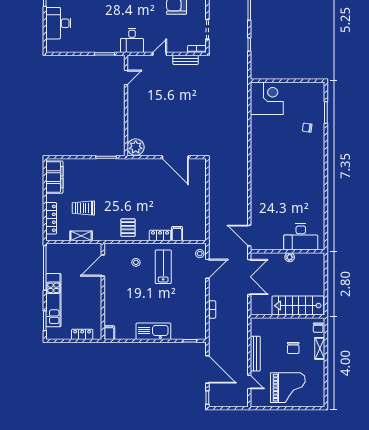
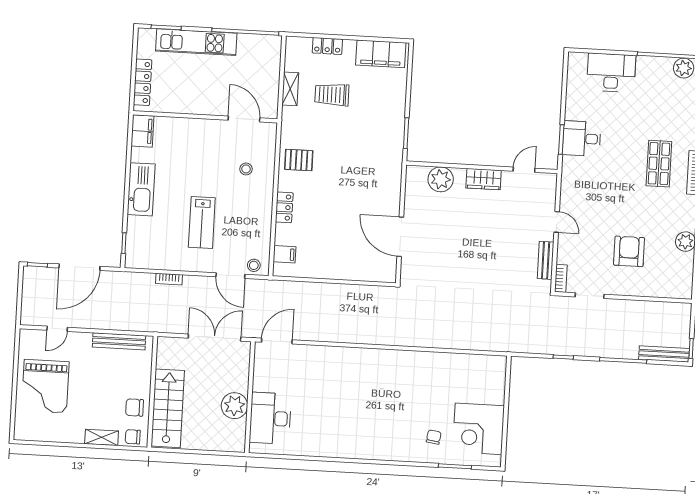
desk: (132, 40) -> (582, 139), moved
door: (126, 78) -> (524, 170), swing flipped
corner desk: (267, 98) -> (478, 429), moved, turned 90
wardrobe: (134, 104) -> (484, 179), added
plant: (136, 147) -> (441, 179), moved
door: (175, 157) -> (400, 237), hinge flipped
trolley: (83, 208) -> (332, 95), turned -90
locker: (51, 218) -> (327, 46), width x0.66
filing cabinet: (177, 234) -> (284, 254), moved
plant: (290, 257) -> (234, 406), width x1.87, depth x1.87
lab bench: (163, 267) -> (202, 223), moved, turned 90
double door: (249, 277) -> (215, 338), swing flipped
filing cabinet: (109, 333) -> (142, 131), width x2.00
locker: (82, 334) -> (143, 82), width x1.53
chair: (293, 348) -> (134, 408), moved
bench: (255, 354) -> (119, 341), moved

